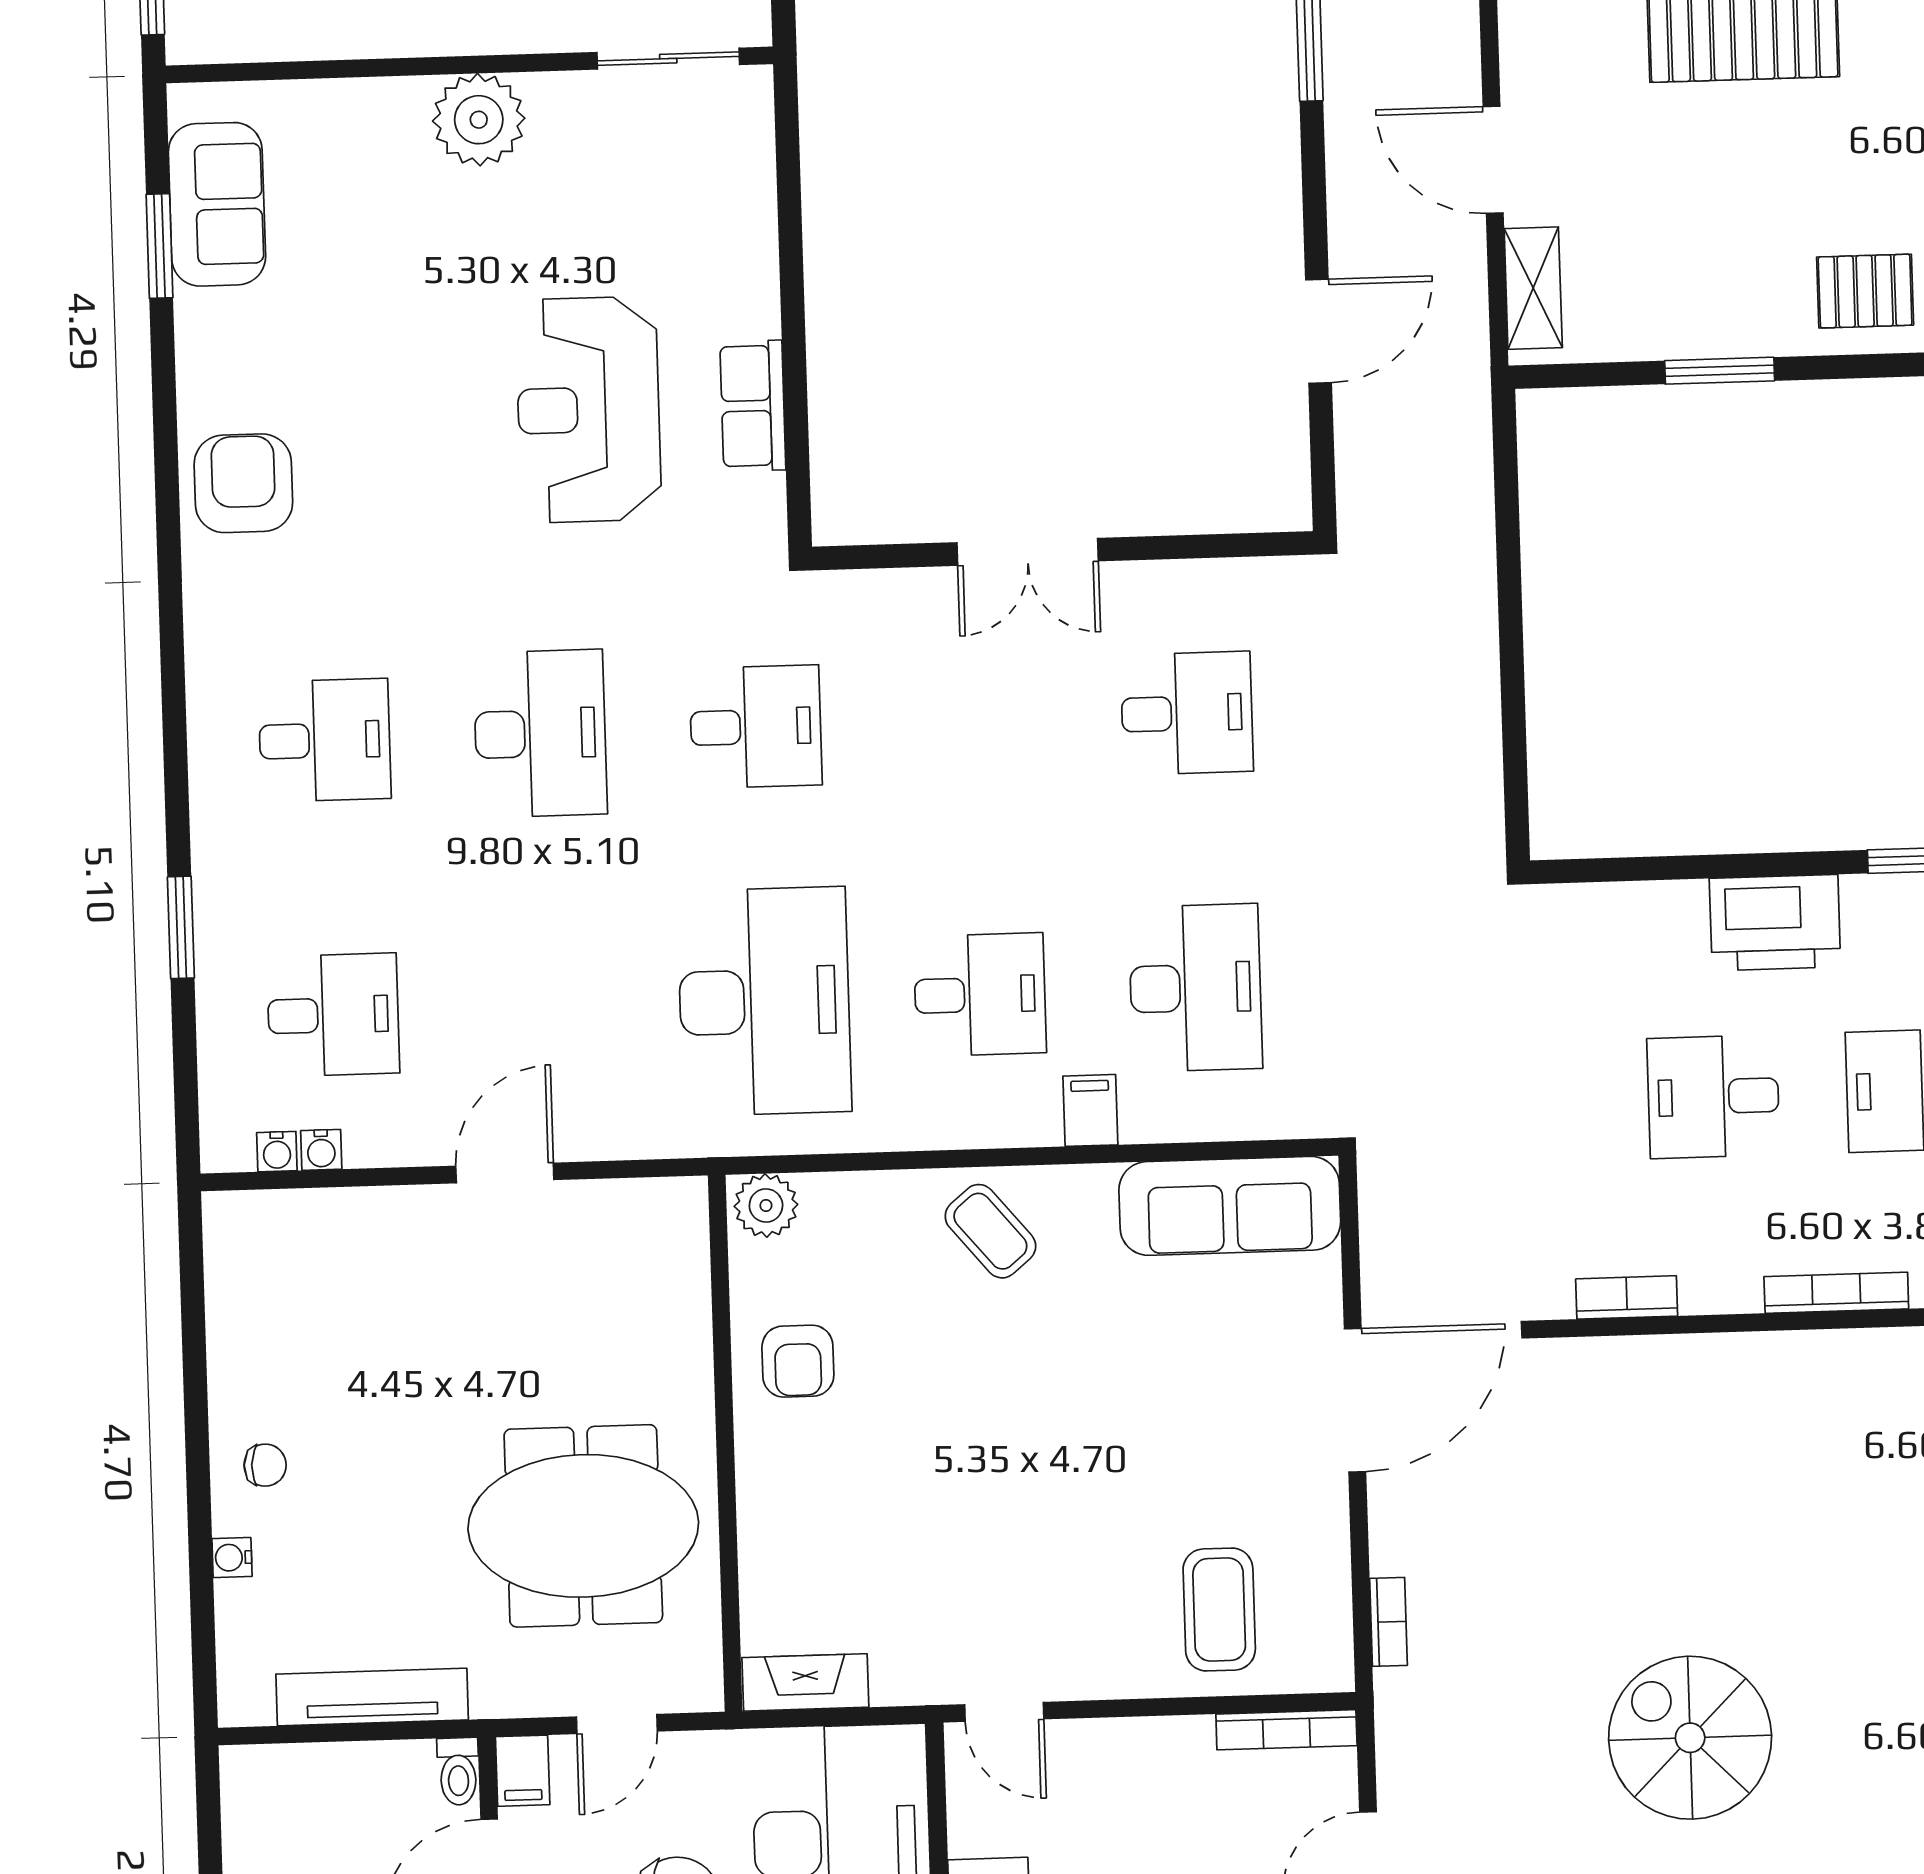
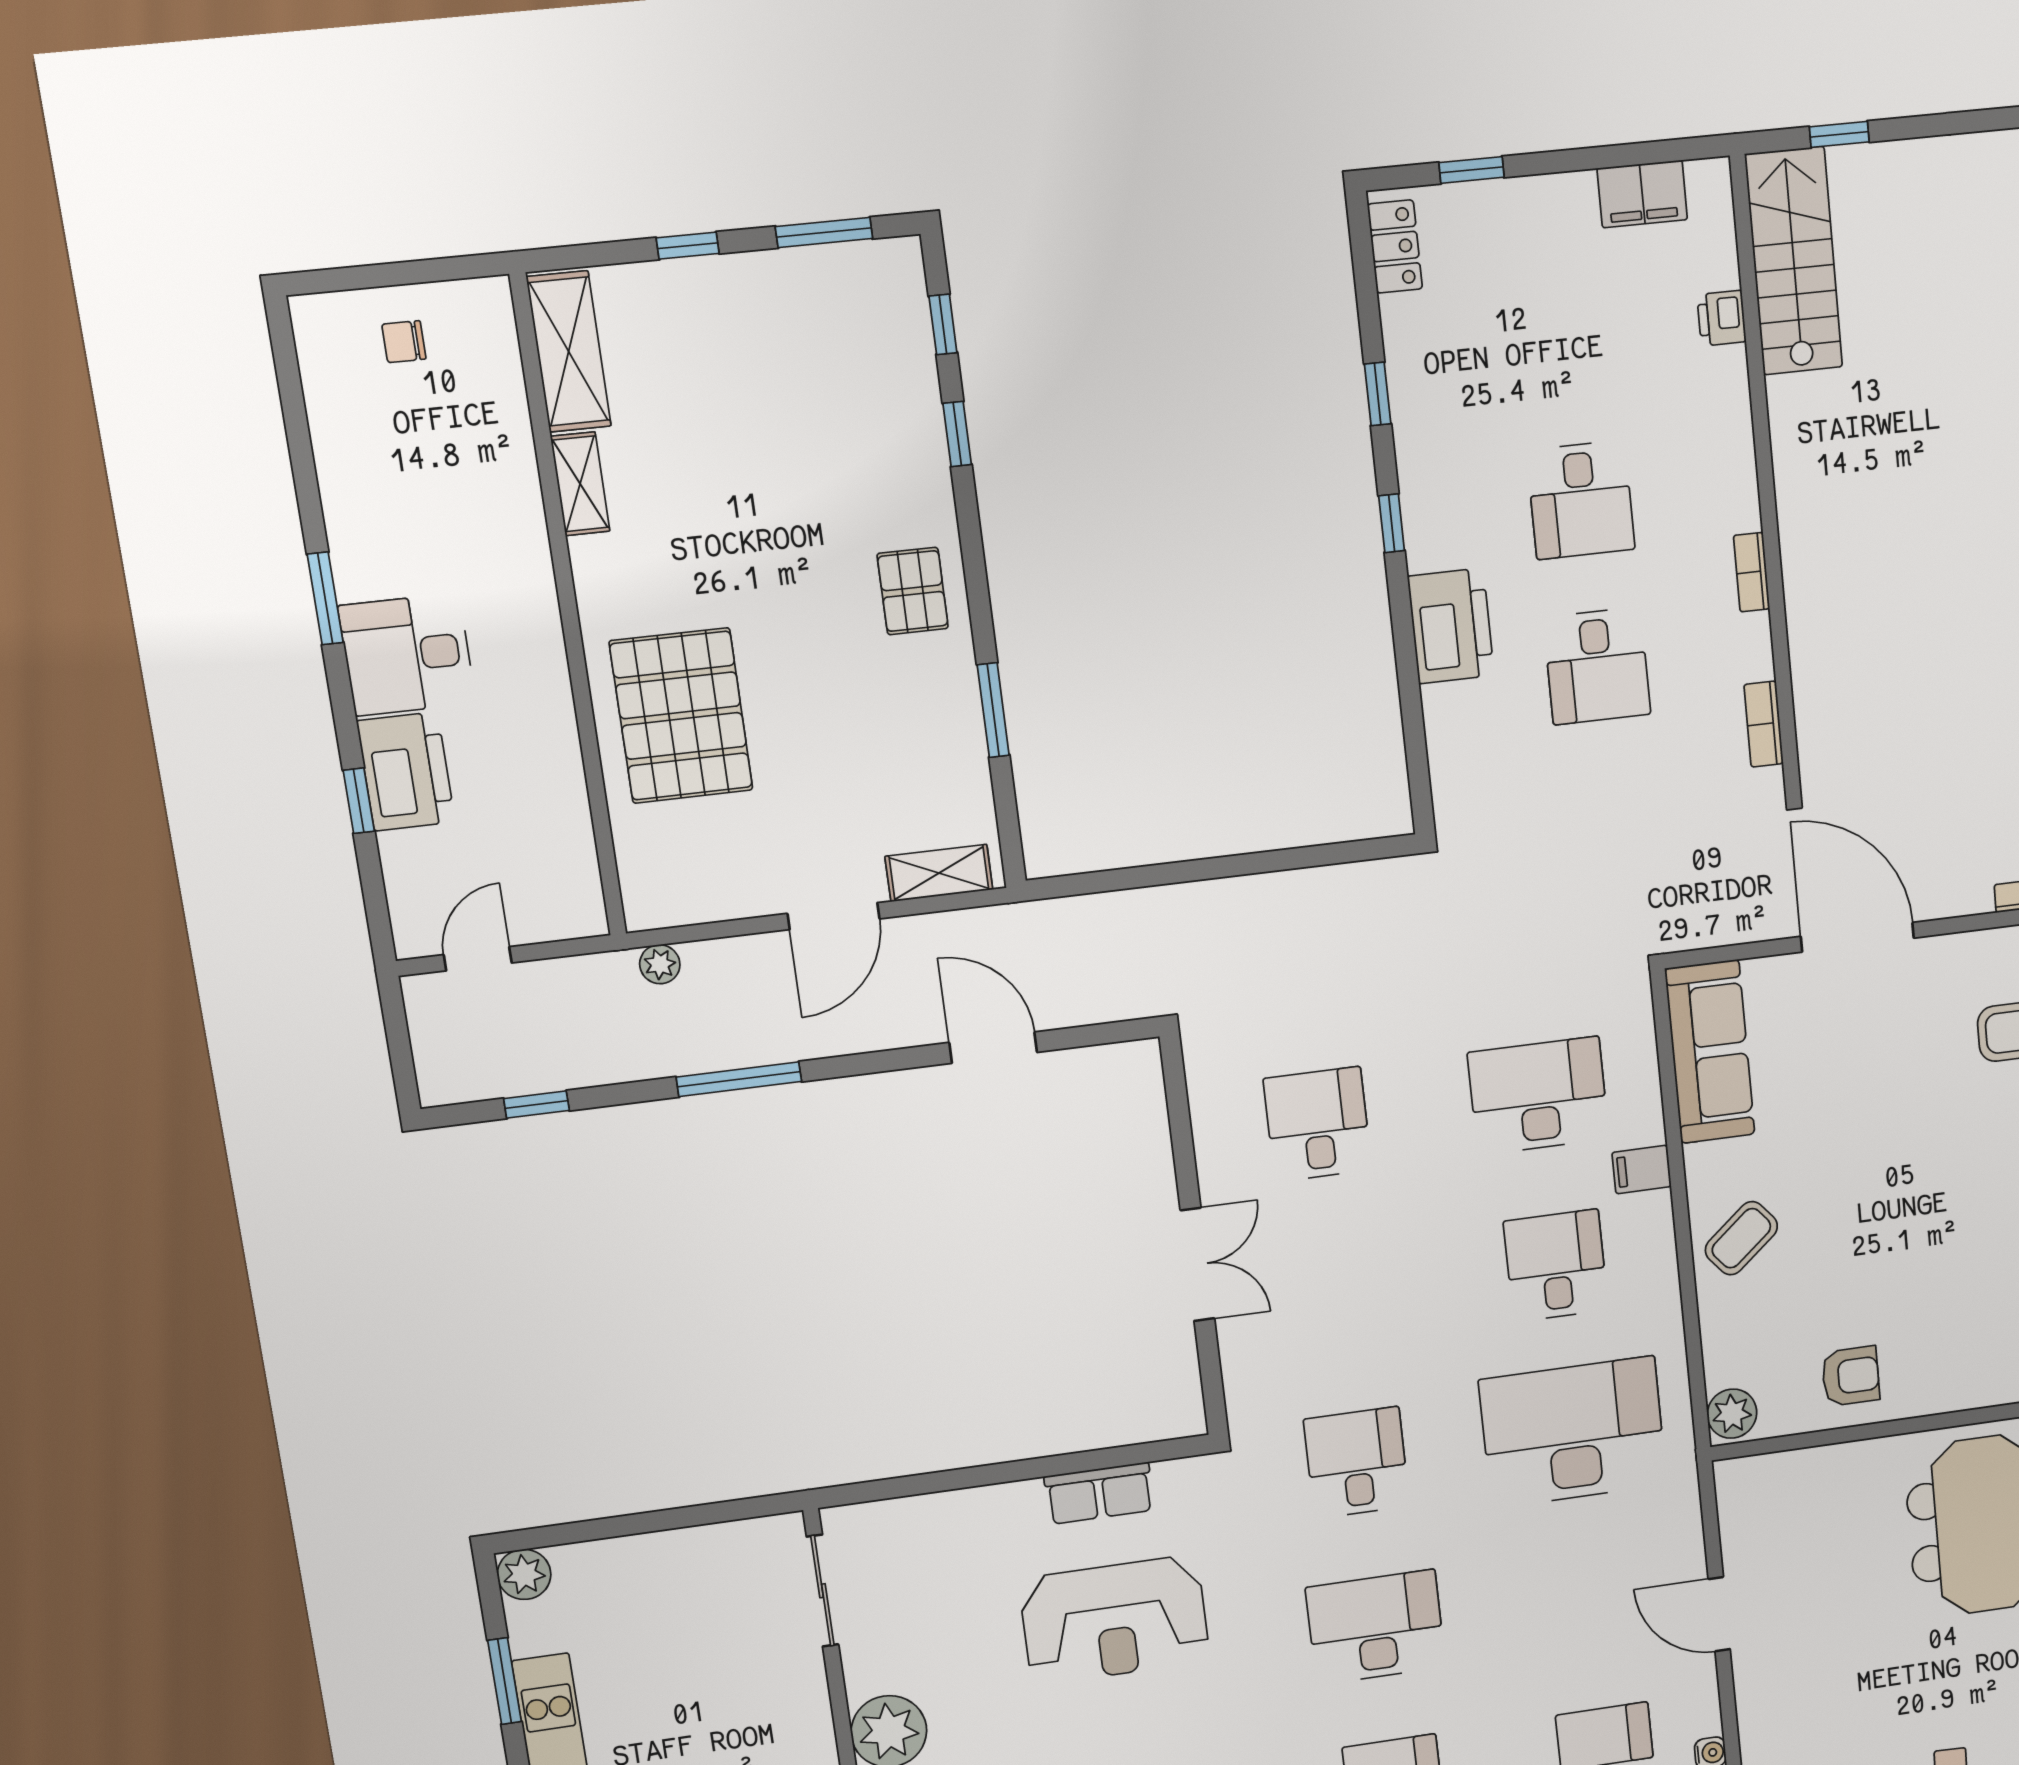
bookcase: (1836, 1293) -> (1752, 572), width x0.64

